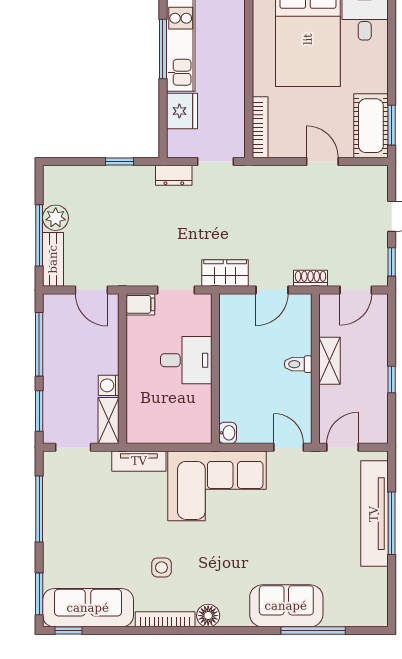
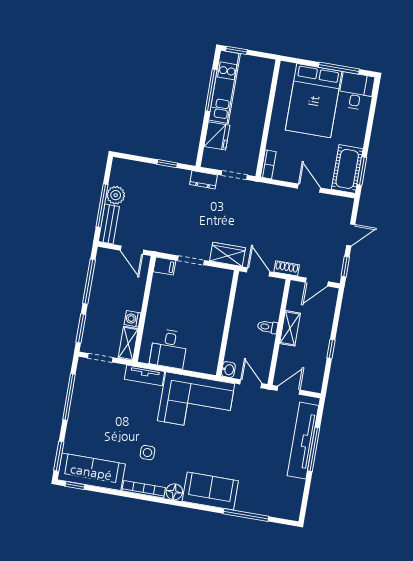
bookcase: (260, 127) -> (268, 164), width x0.64
door: (272, 290) -> (258, 272), swing flipped
desk: (186, 360) -> (169, 349), moved, turned 90
wall: (215, 369) -> (227, 323), moved
washbasin: (228, 433) -> (228, 370), moved
sofa: (286, 606) -> (210, 491), moved

